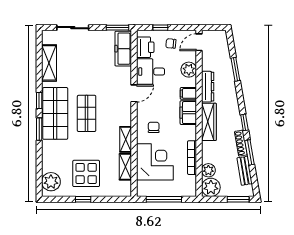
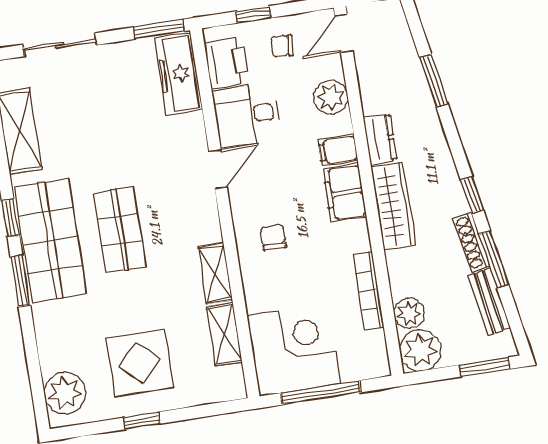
dresser: (208, 87) -> (380, 139), width x0.70
corner desk: (155, 162) -> (293, 350), moved

